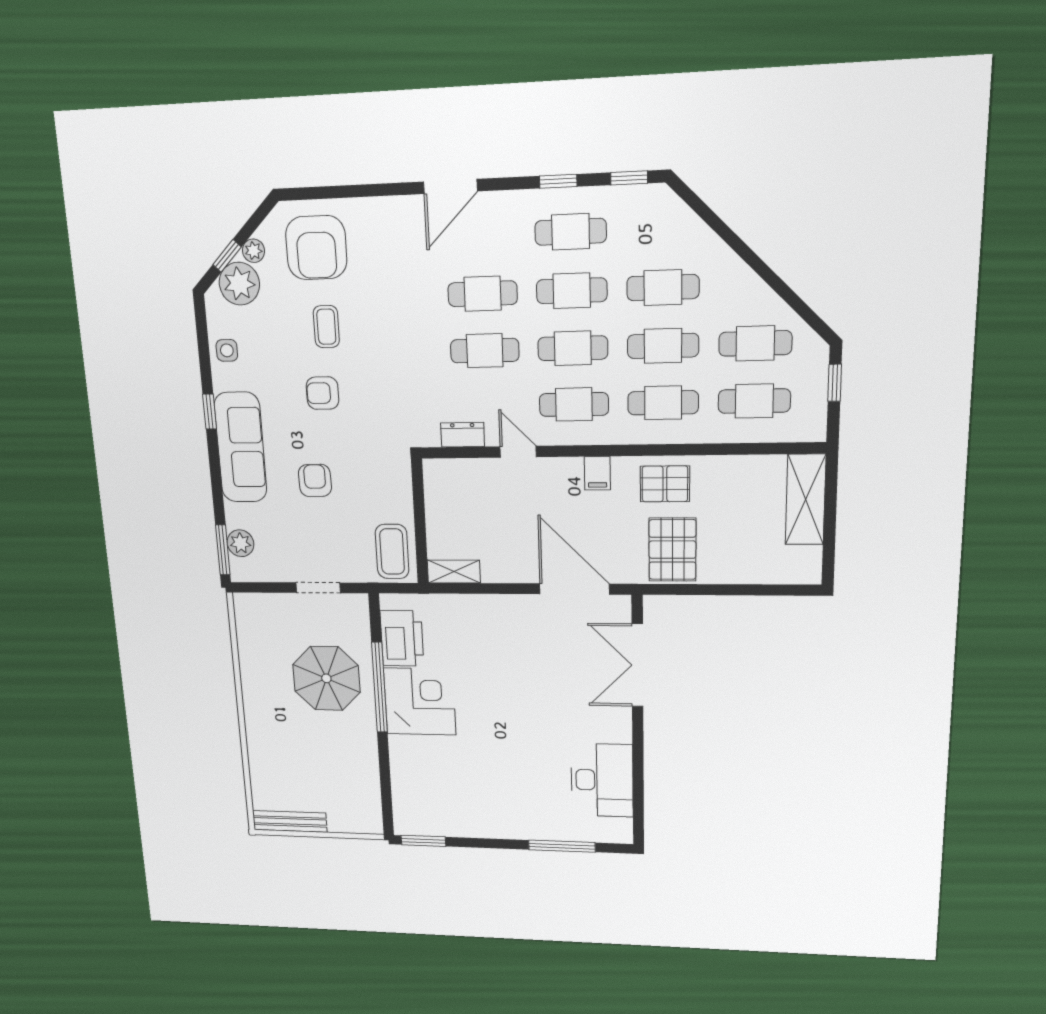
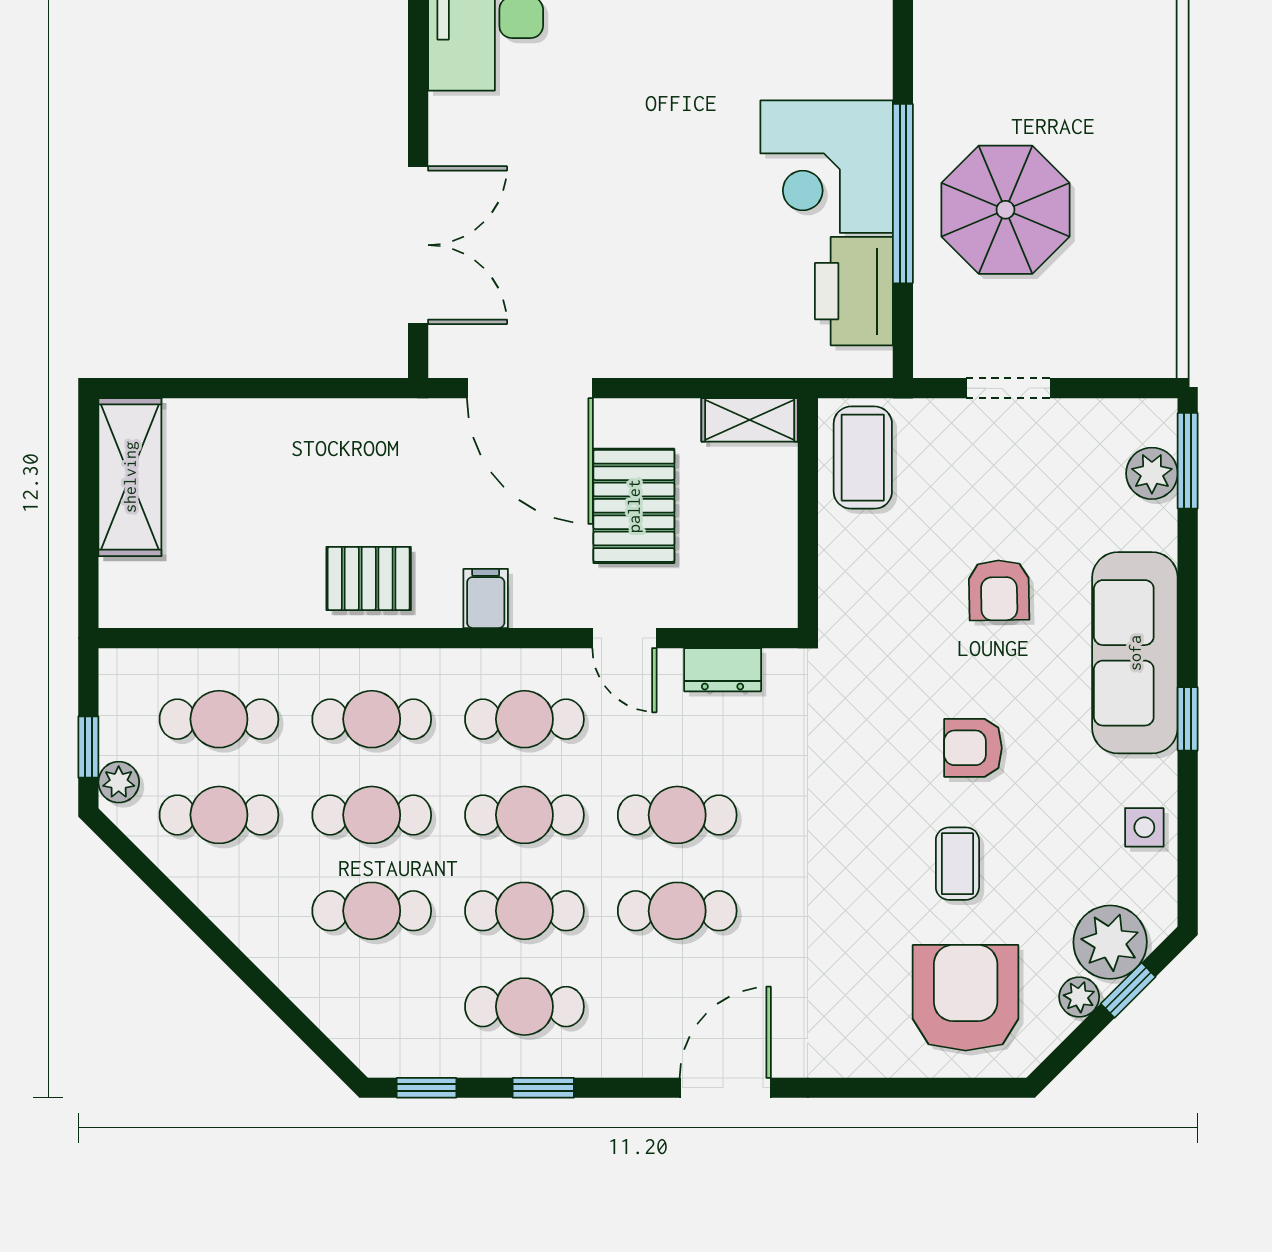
plant: (817, 362) -> (119, 782), added
armchair: (322, 393) -> (973, 748), turned 180
shelving: (806, 500) -> (130, 477), moved
pallet: (672, 550) -> (634, 506), moved

